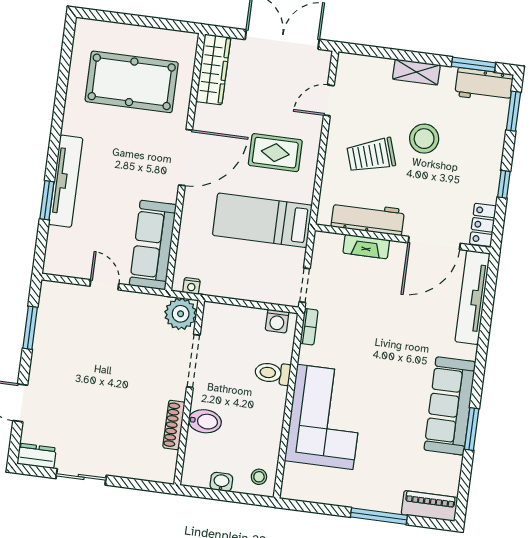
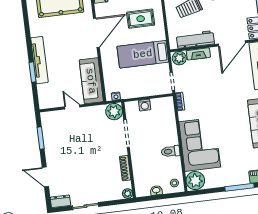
plant: (329, 245) -> (179, 58), added
washing machine: (277, 321) -> (145, 105), moved
toilet: (273, 373) -> (171, 151), moved
bidet: (205, 421) -> (140, 162), removed
plant: (166, 474) -> (128, 194), added
plant: (299, 482) -> (195, 181), added

